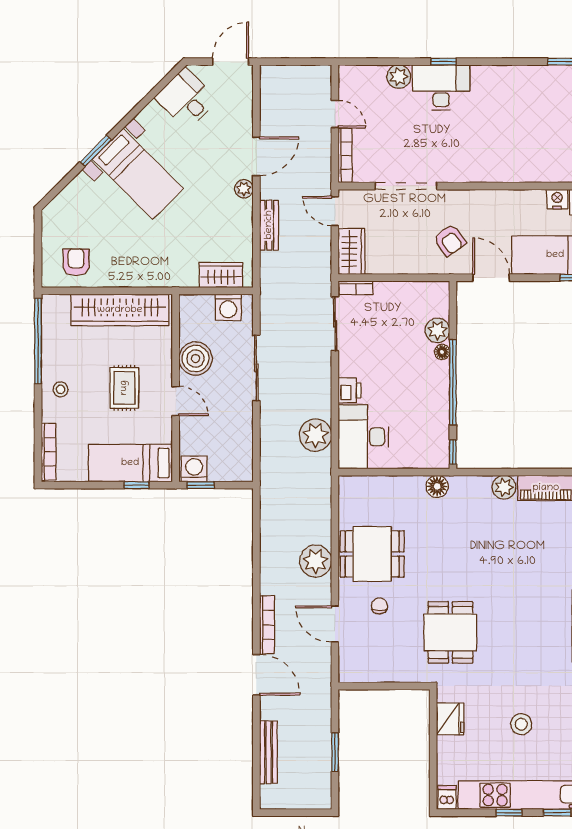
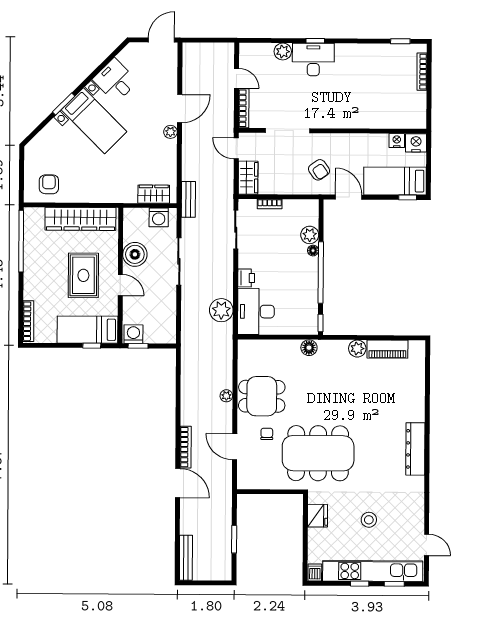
desk: (186, 99) -> (115, 80), moved
bench: (269, 225) -> (188, 199), moved
bookcase: (356, 288) -> (270, 204), moved
rug: (124, 388) -> (83, 275), width x1.36, depth x1.43
stool: (60, 389) -> (37, 276), removed
plant: (316, 561) -> (226, 396), width x0.53, depth x0.53
dining table: (450, 632) -> (318, 453), width x1.88, depth x1.24
bench: (268, 752) -> (186, 558), moved

